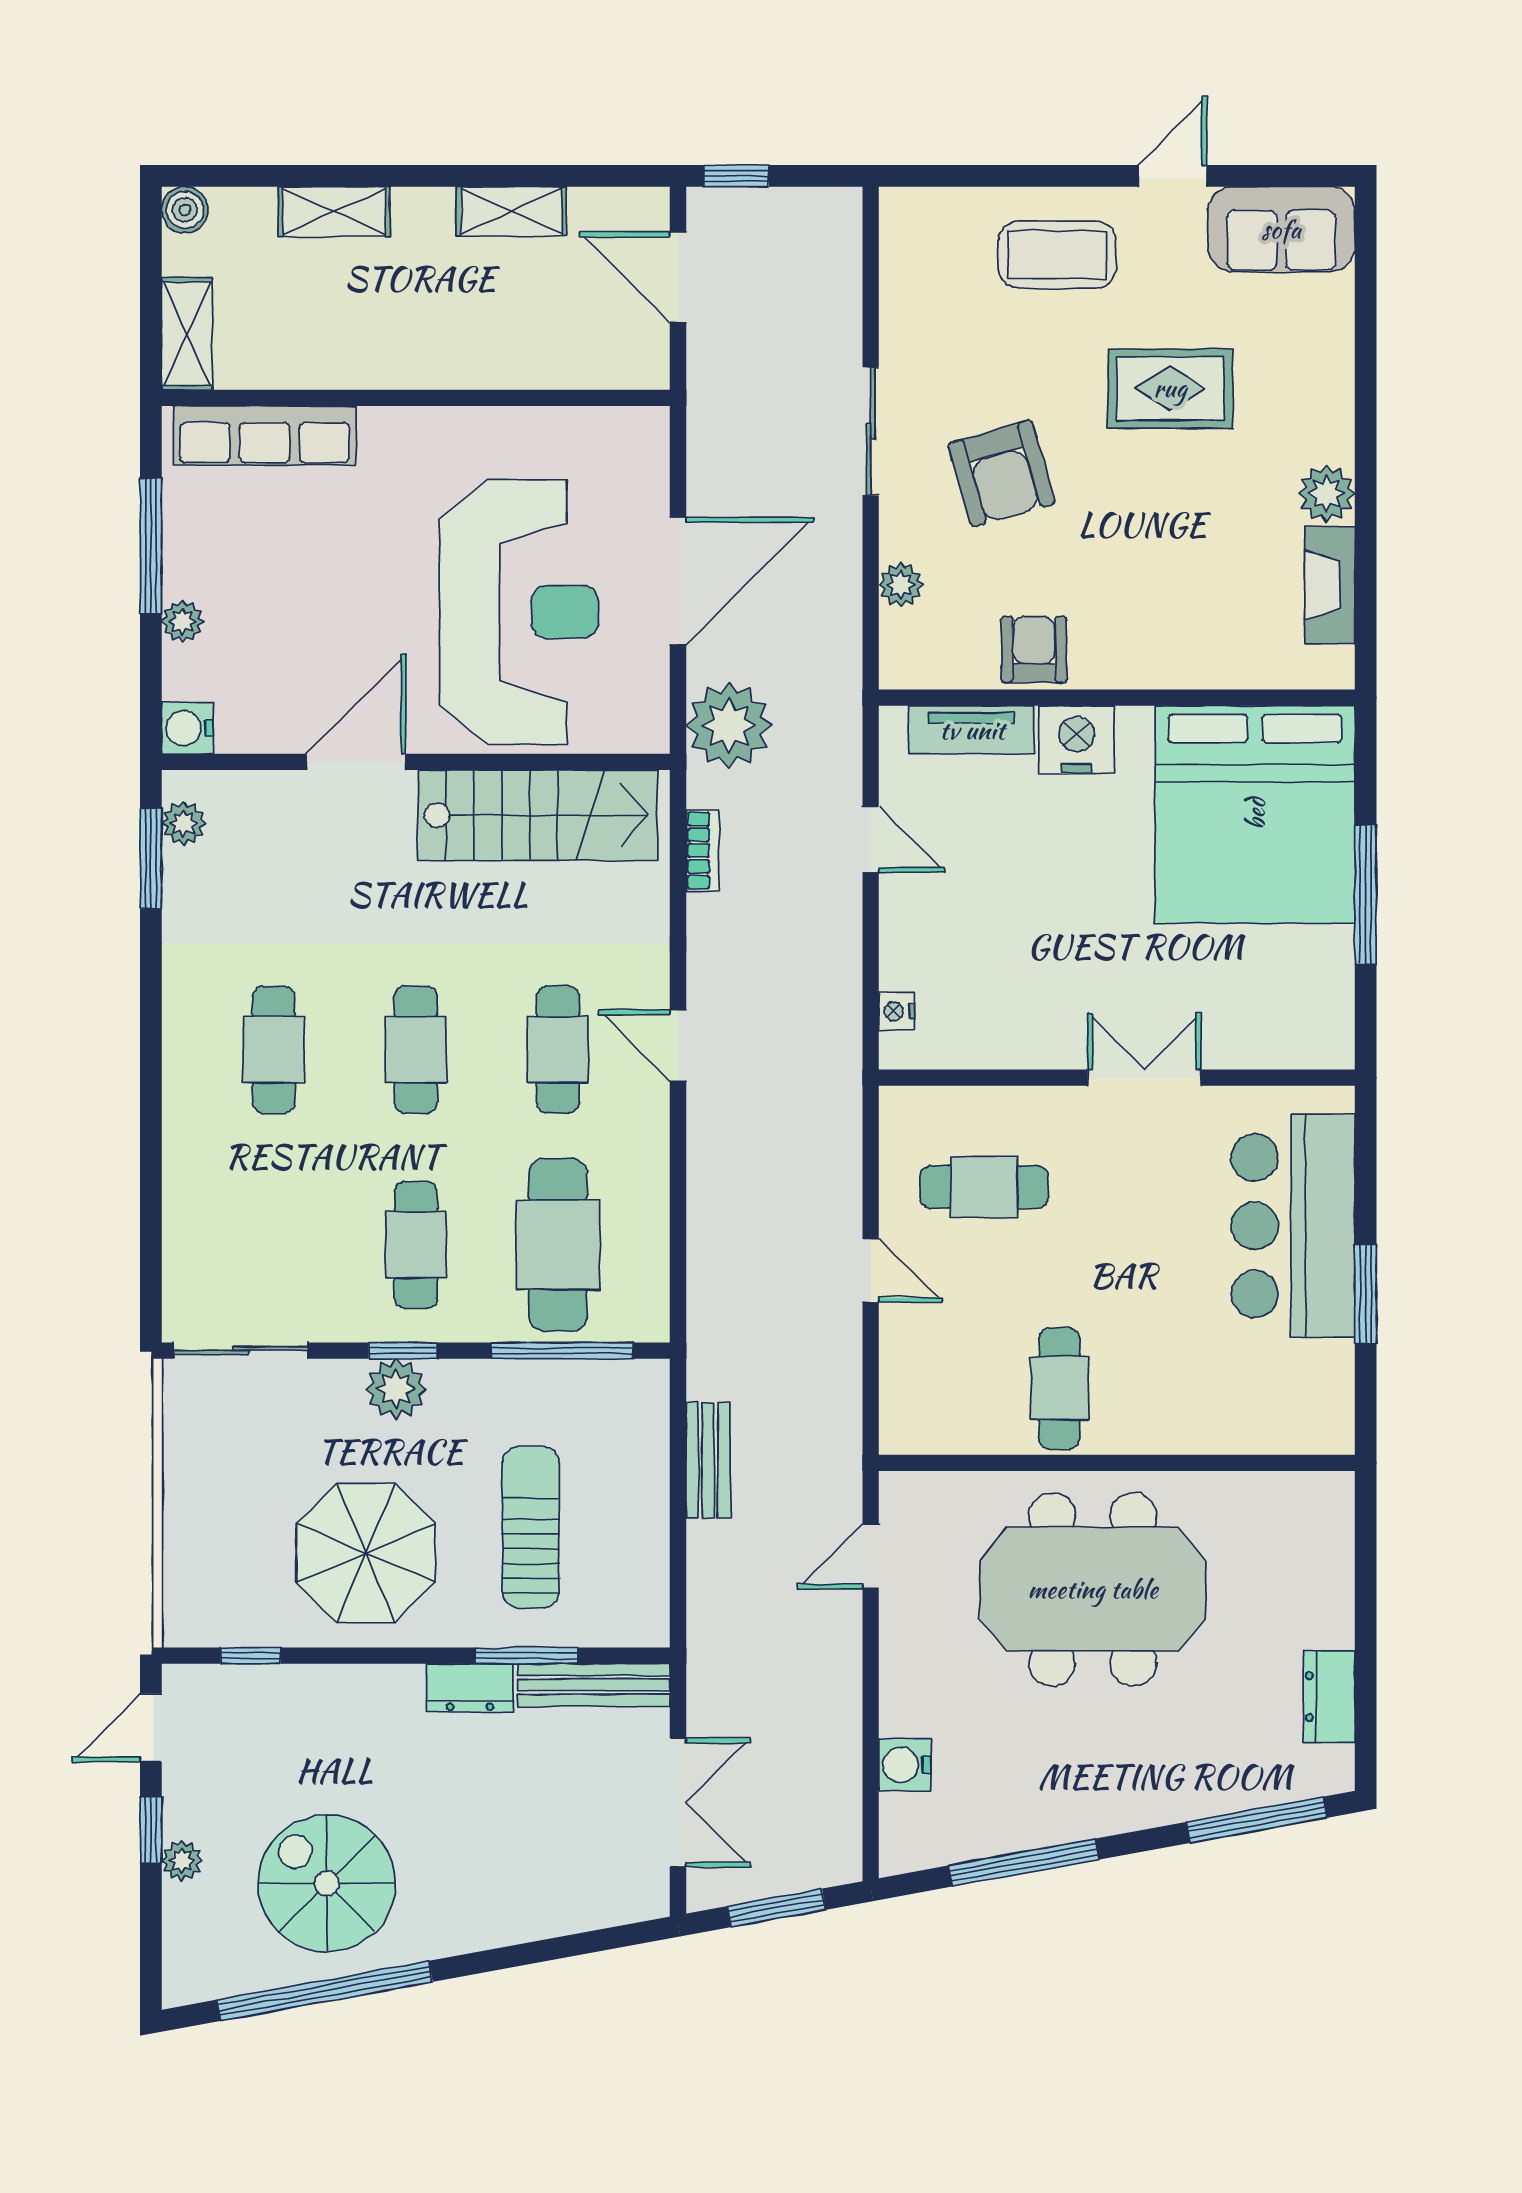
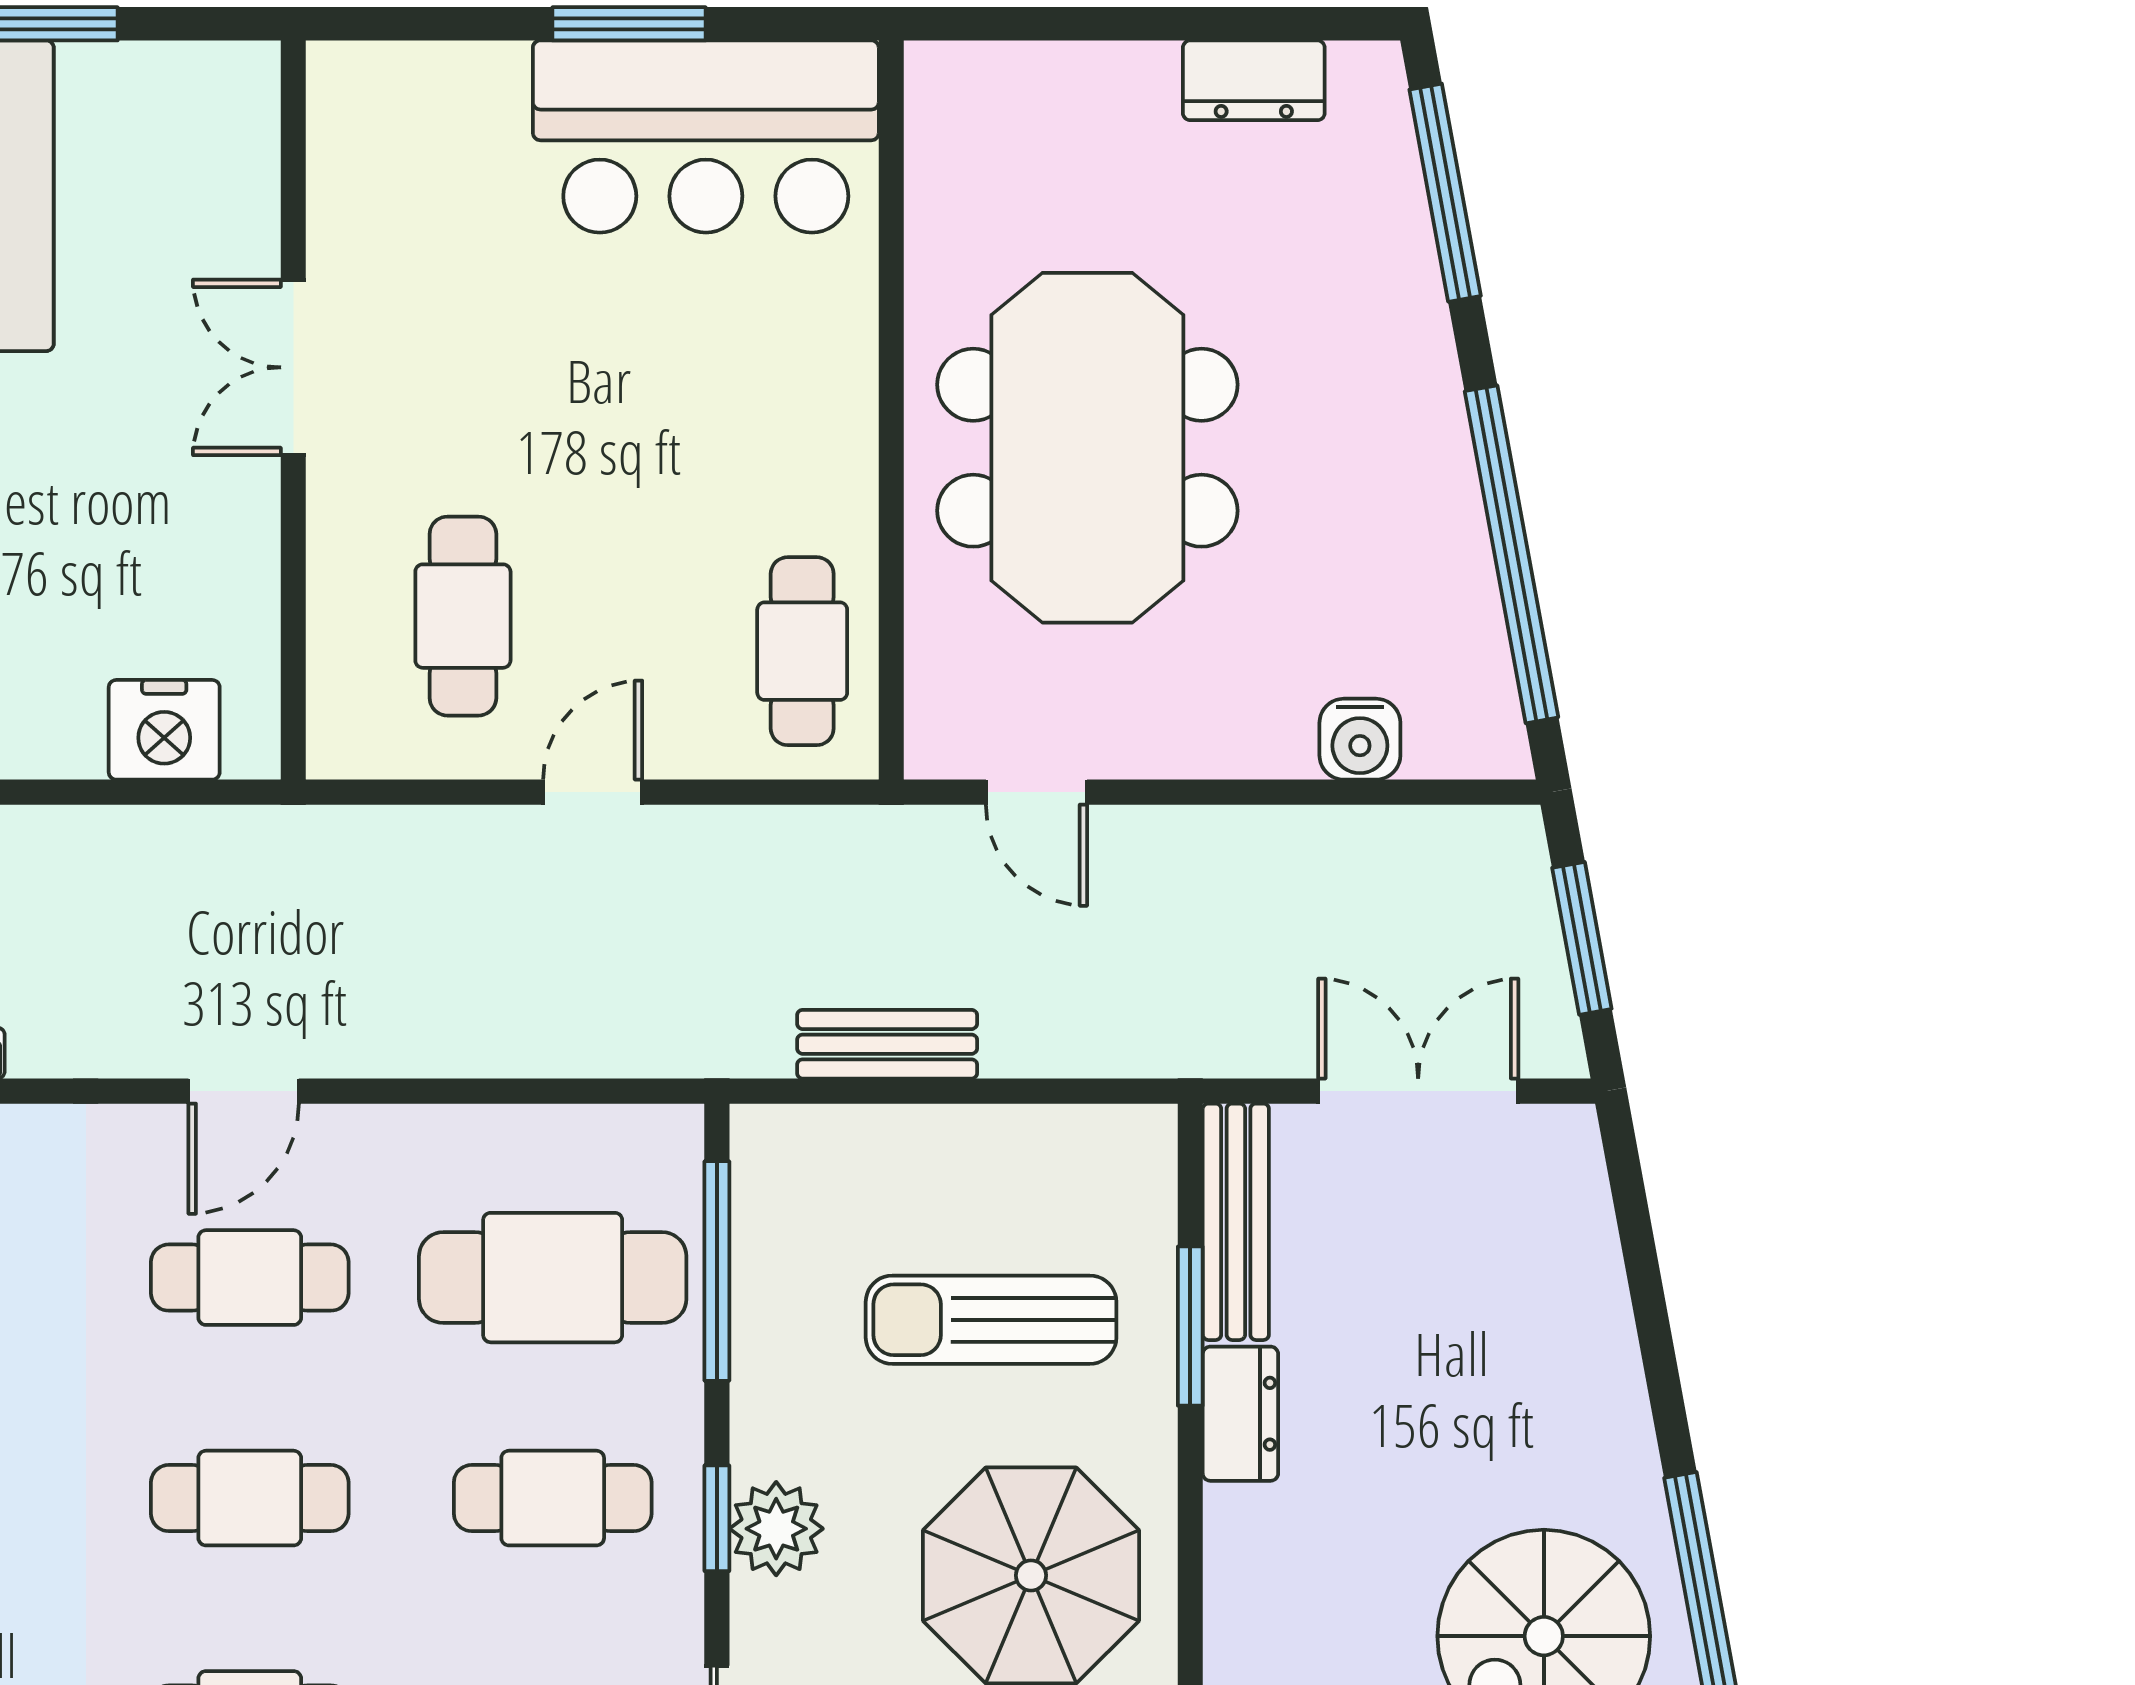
nightstand: (897, 1011) -> (164, 730), width x1.89, depth x1.79
bar counter: (1293, 1226) -> (706, 136), moved
cafe table: (1059, 1388) -> (802, 651), moved, turned 90
window: (1024, 1863) -> (1511, 554), width x1.46

